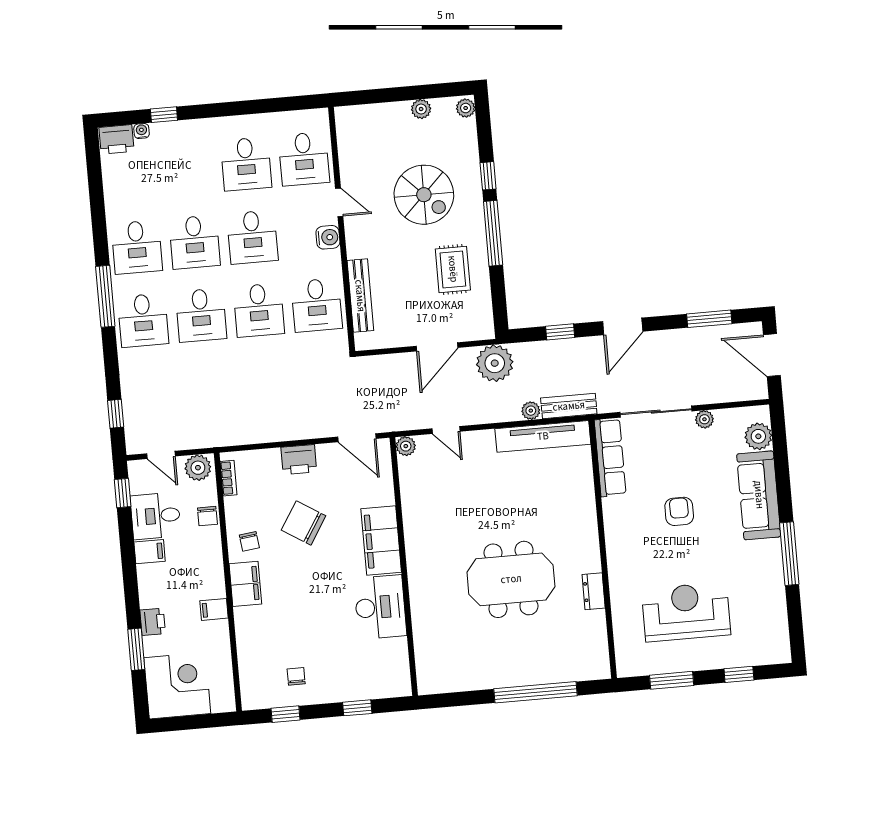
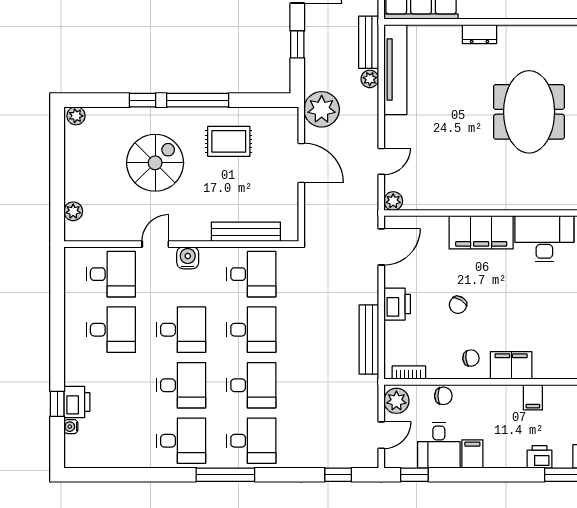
plant: (421, 109) -> (73, 211), moved
printer: (117, 139) -> (77, 402), moved
bench: (259, 433) -> (369, 340), added
chair: (304, 523) -> (458, 305), width x0.54, depth x0.54
dresser: (594, 591) -> (480, 34), moved

